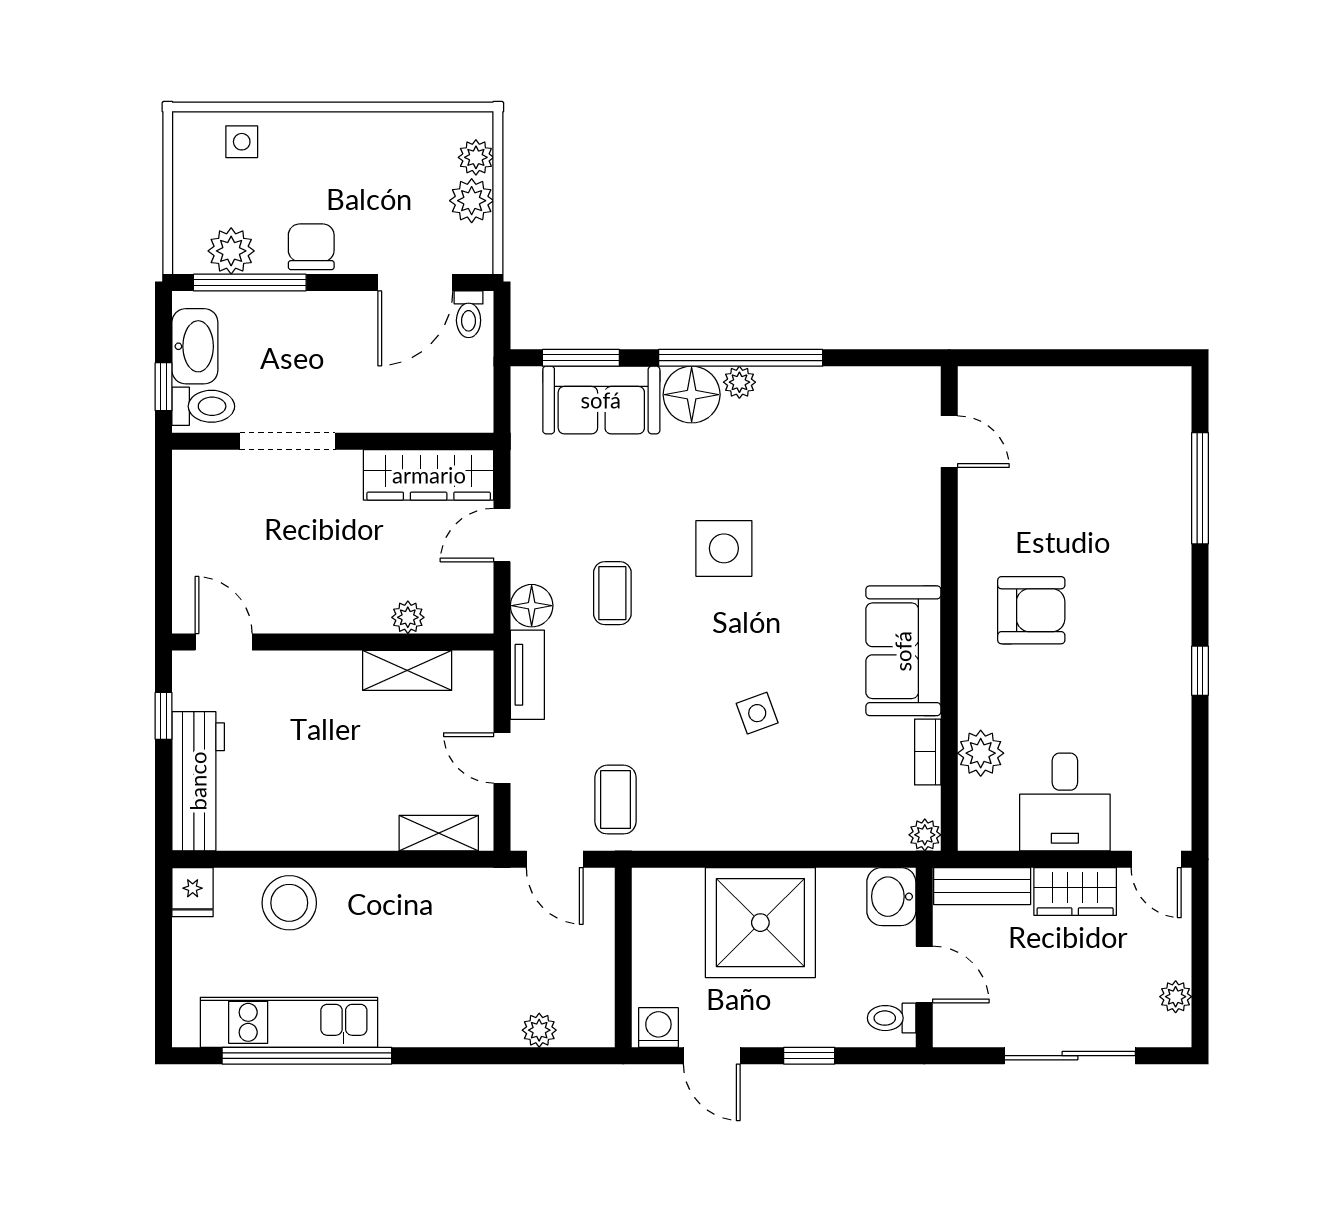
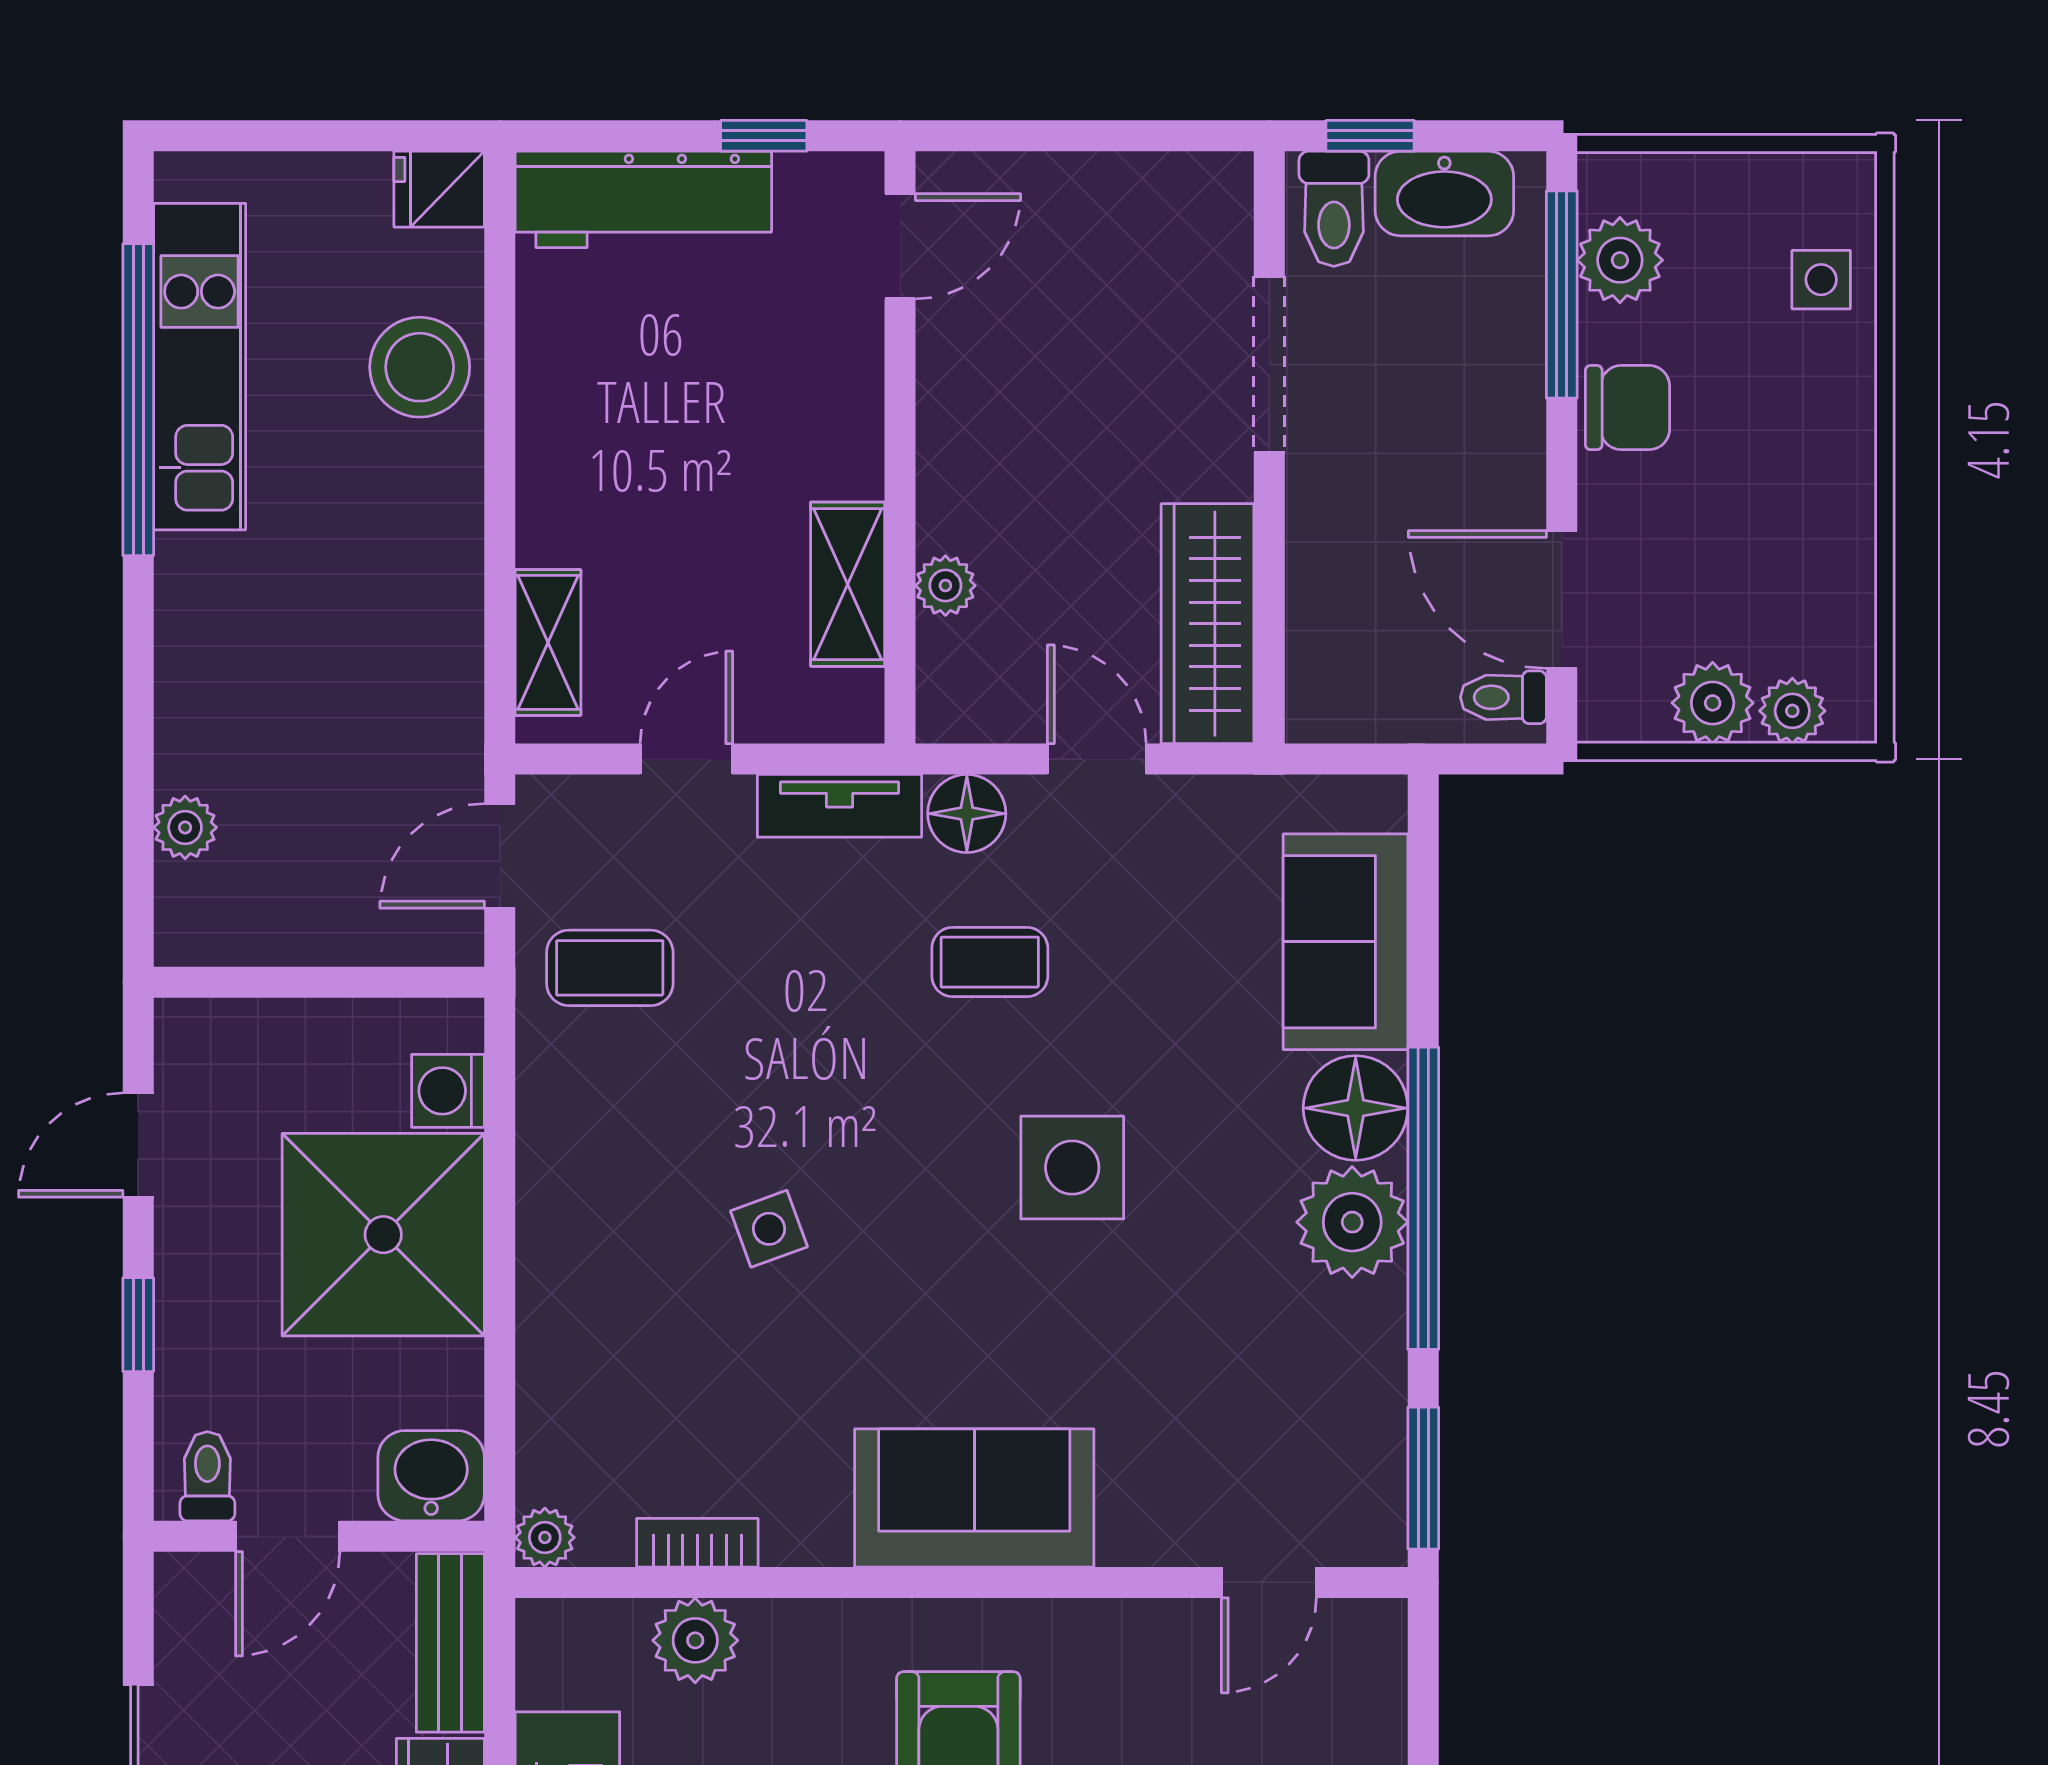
window: (581, 358) -> (1423, 1478), moved
plant: (739, 382) -> (1352, 1222), width x1.87, depth x1.87
sofa: (903, 651) -> (974, 1498), moved
washing machine: (658, 1028) -> (448, 1091), moved, turned 180

